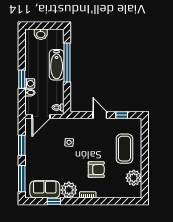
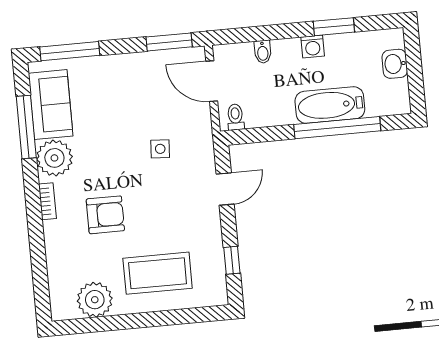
window: (22, 79) -> (334, 27), moved
washing machine: (30, 83) -> (313, 47), moved
door: (100, 115) -> (225, 189), moved
window: (22, 145) -> (169, 42), moved
armchair: (96, 170) -> (105, 215), turned -90
window: (54, 201) -> (26, 127), width x2.17

